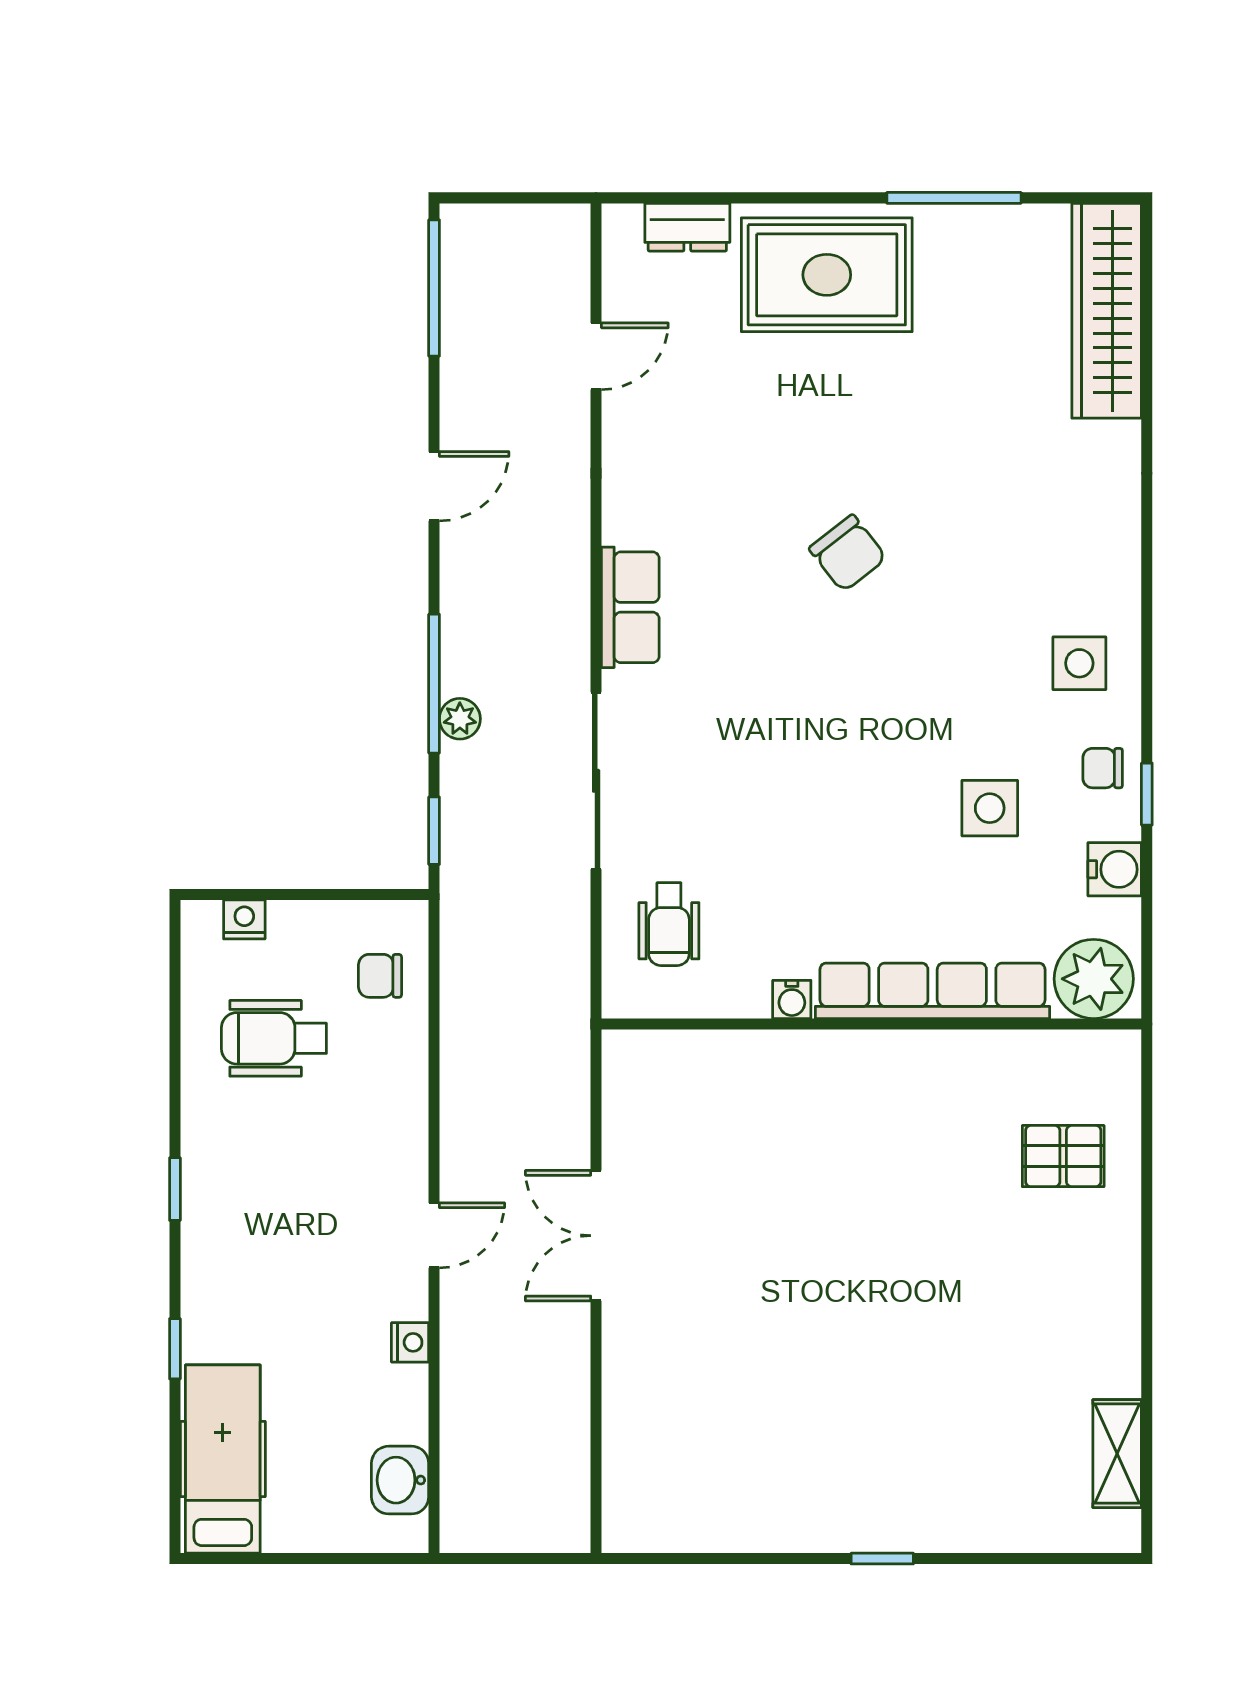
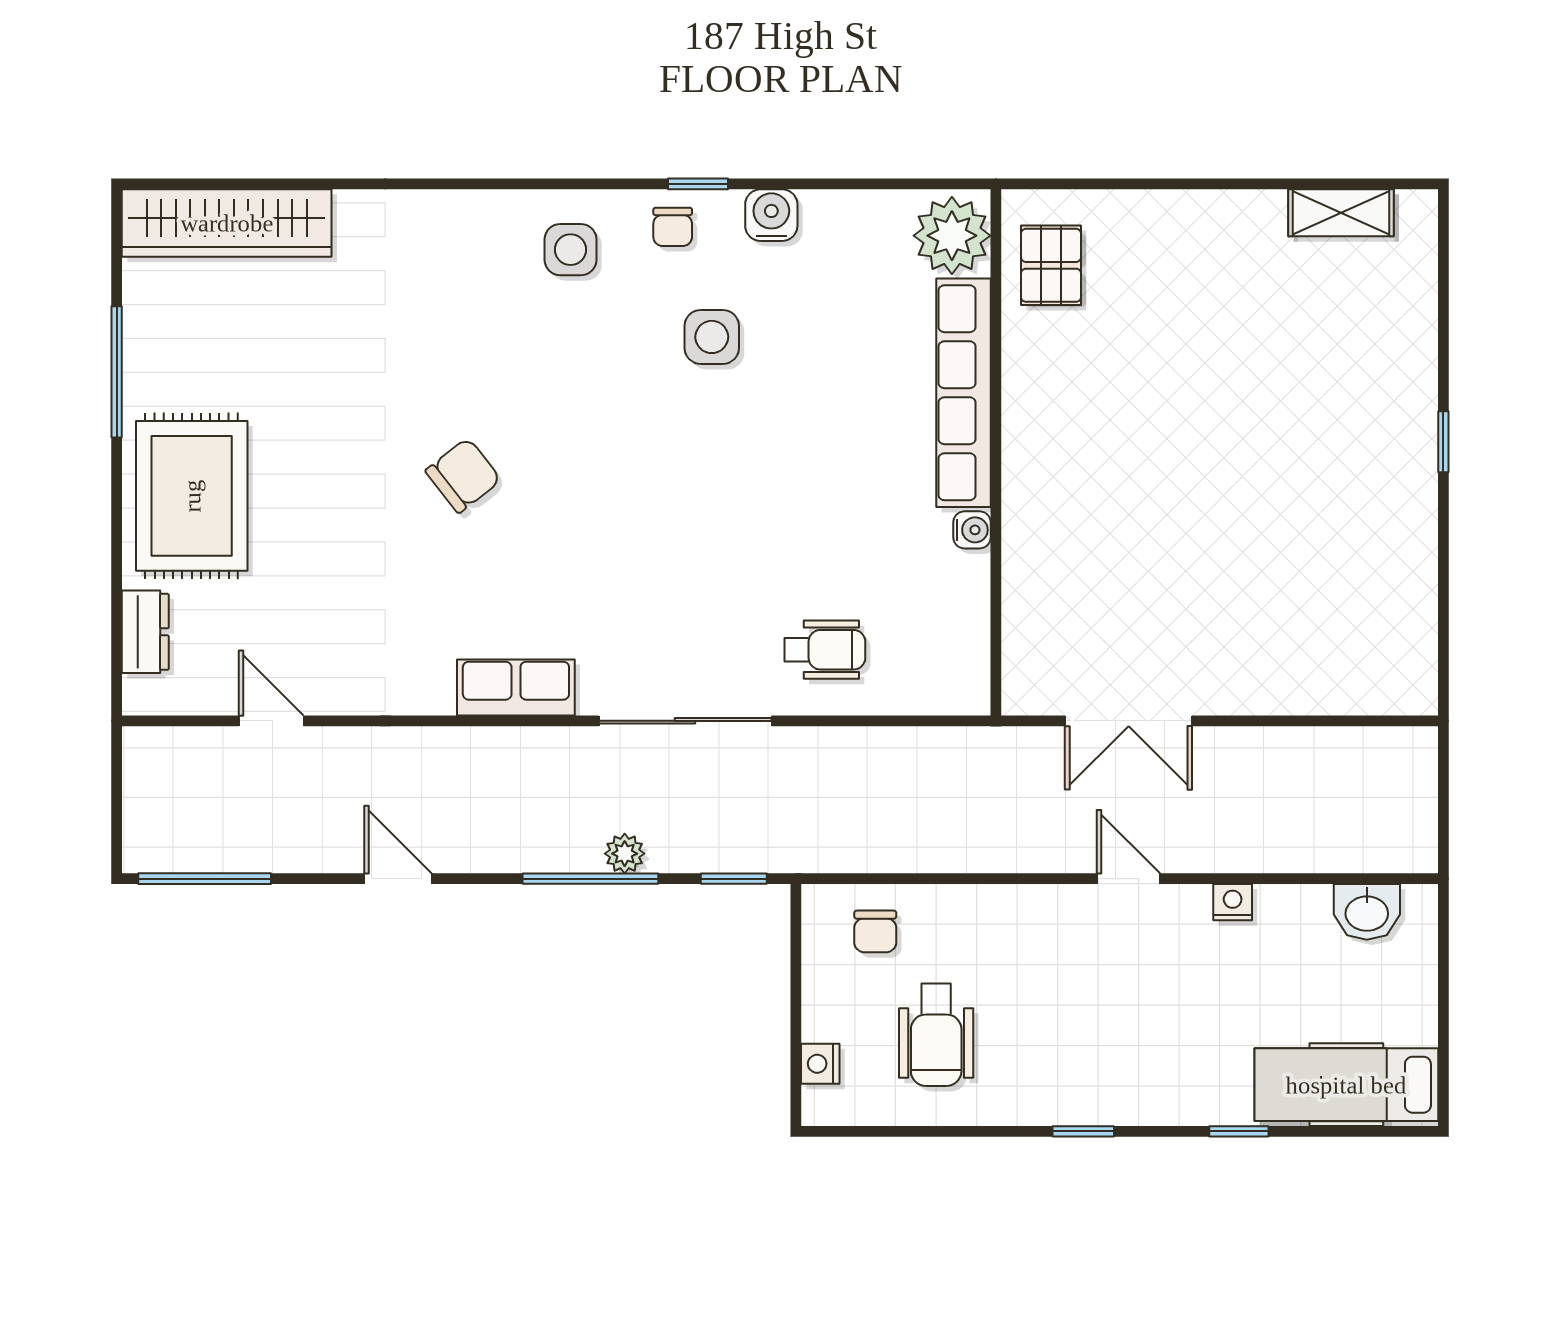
plant: (1094, 979) -> (952, 236), moved
row of seats: (933, 991) -> (964, 393), moved
water cooler: (792, 999) -> (972, 530), moved
wall: (871, 1024) -> (996, 452), moved

